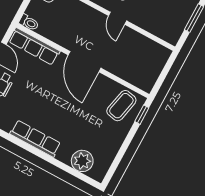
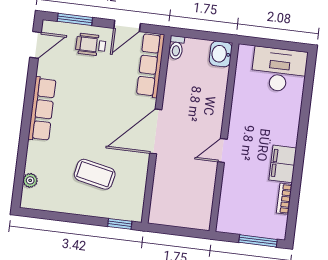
coffee table: (121, 106) -> (95, 174), moved
plant: (82, 161) -> (30, 180), width x0.53, depth x0.53

